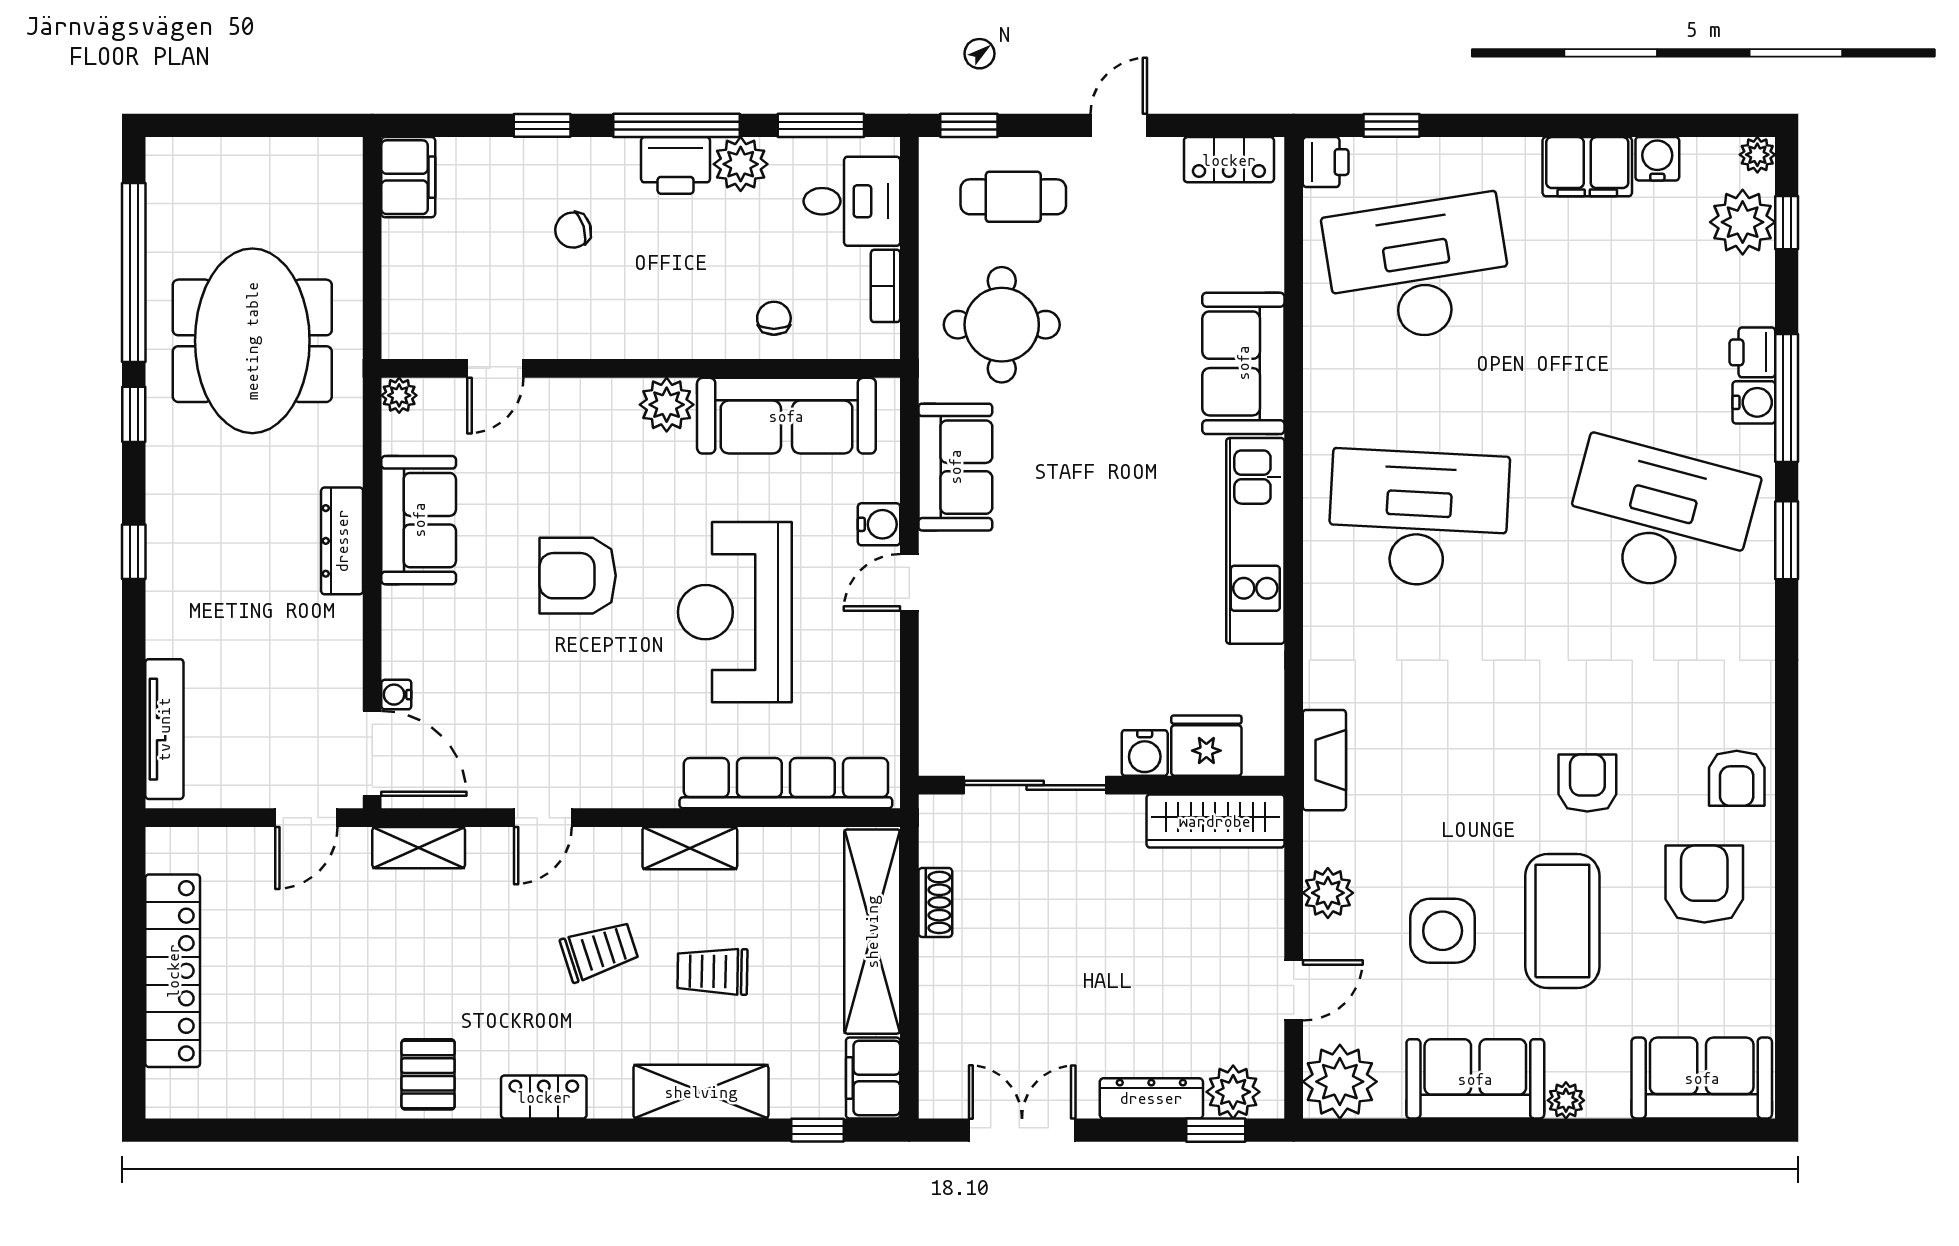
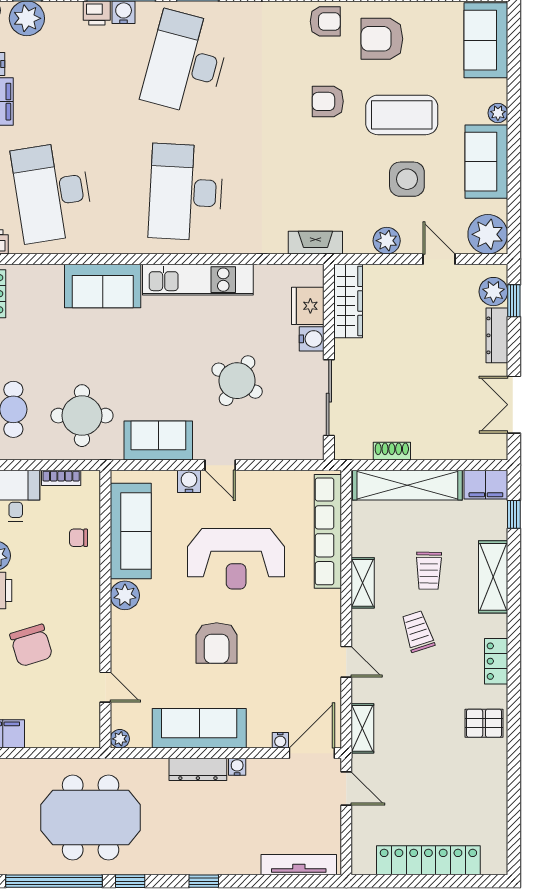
chair: (573, 230) -> (31, 645), width x1.87, depth x1.87
sofa: (419, 520) -> (199, 728), width x1.36
water cooler: (347, 614) -> (237, 767), added
round table: (1067, 614) -> (237, 381), added

